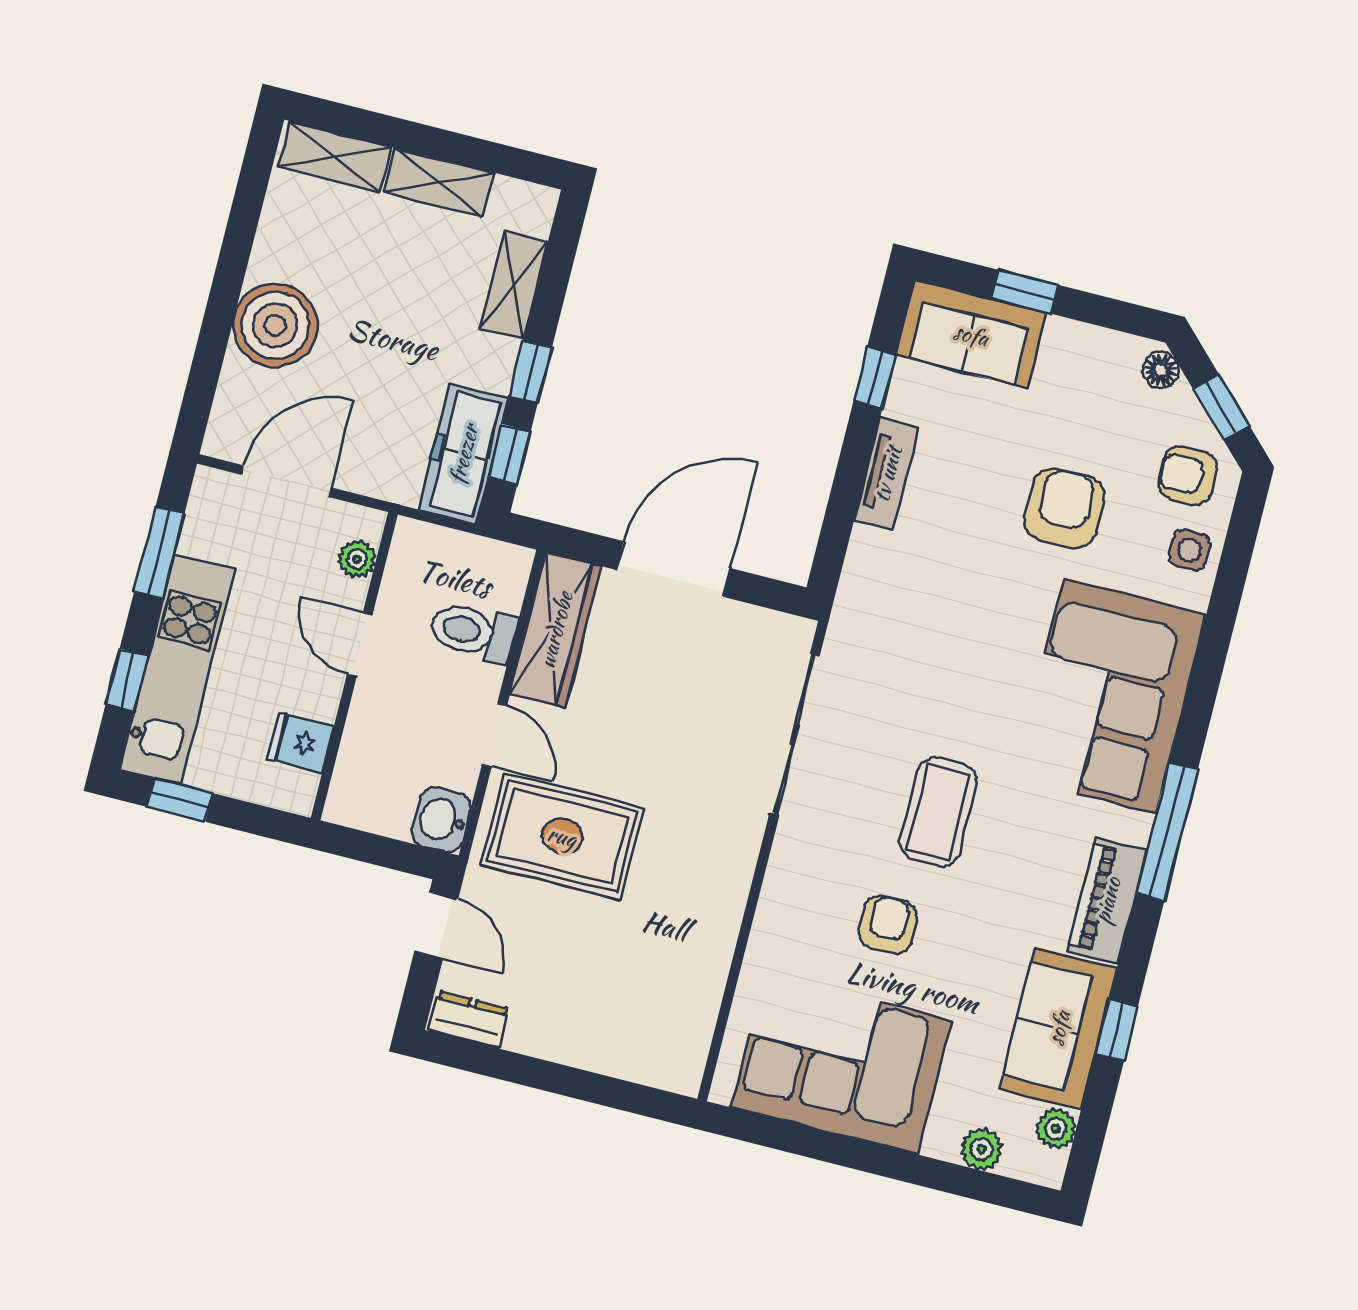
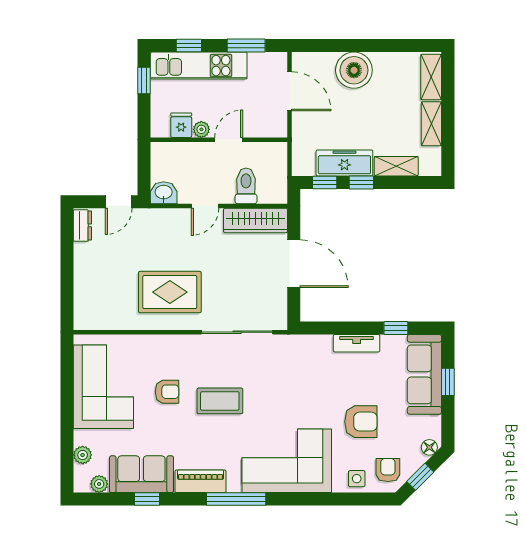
sofa: (971, 334) -> (424, 374), width x1.36
freezer: (463, 454) -> (344, 163), moved
plant: (357, 559) -> (201, 129), moved
rug: (562, 836) -> (170, 292), moved, turned 90

